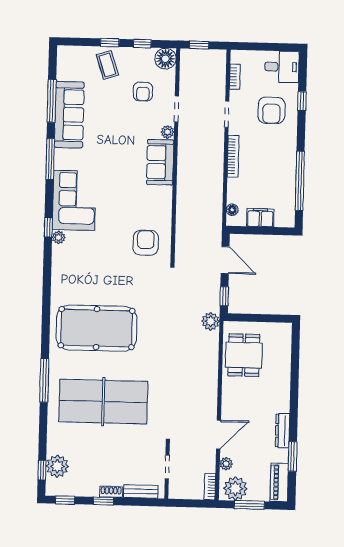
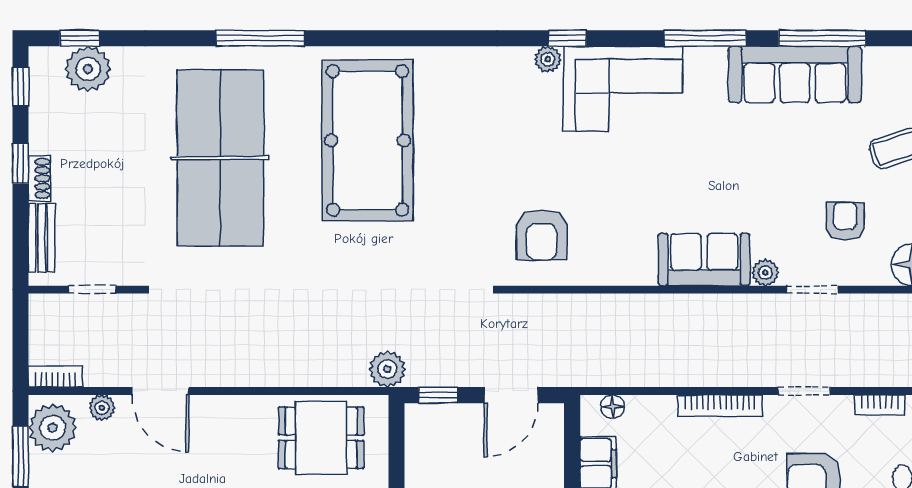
armchair: (143, 92) -> (845, 221), turned 90
armchair: (146, 243) -> (542, 235), turned 90

